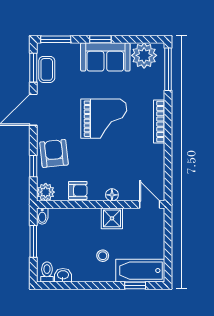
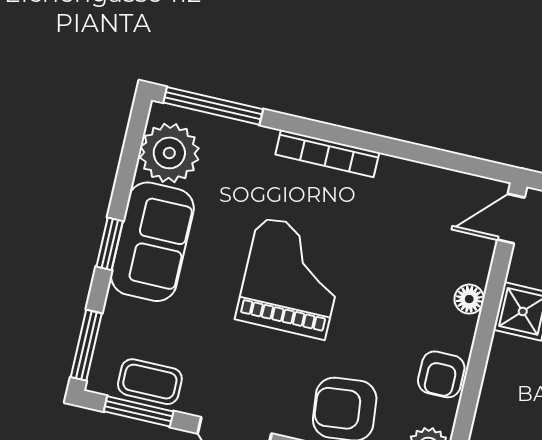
armchair: (78, 190) -> (441, 374), turned 180

